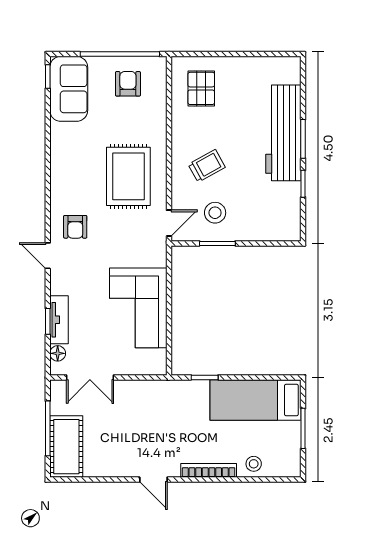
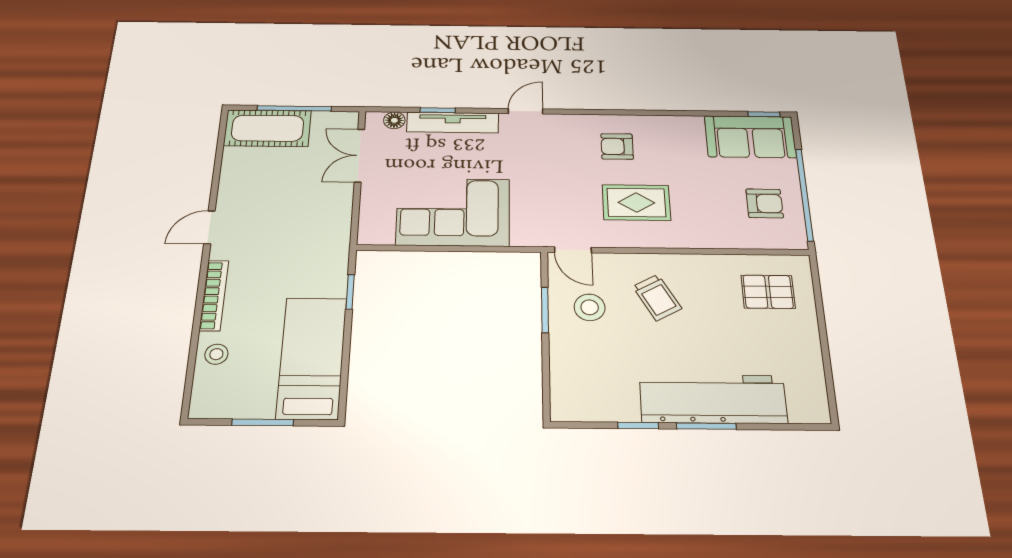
rug: (128, 176) -> (636, 203), width x0.73, depth x0.70
armchair: (75, 227) -> (617, 146), moved
tv unit: (59, 320) -> (453, 123), width x1.41

